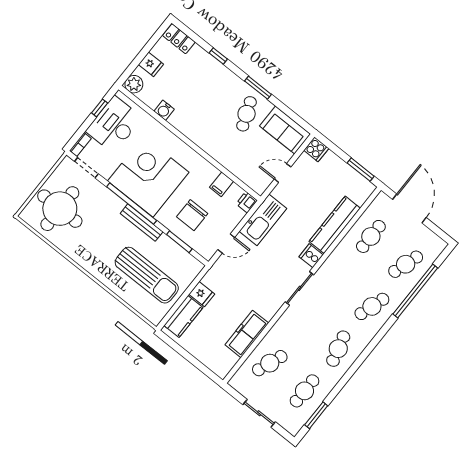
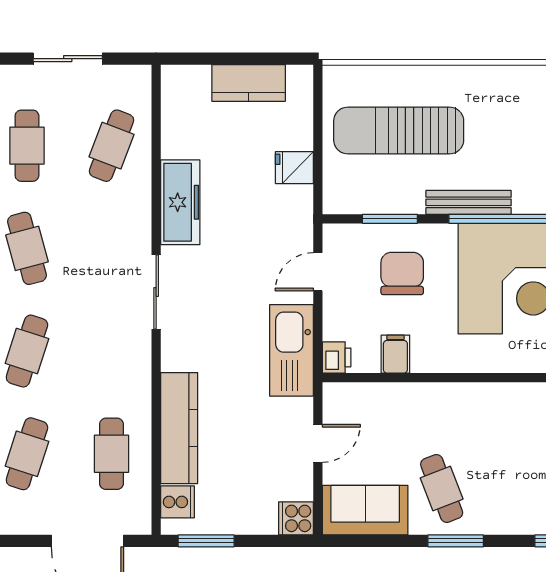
cooker: (311, 256) -> (177, 502), moved
kitchen counter: (183, 317) -> (249, 83), moved, turned -90
freezer: (247, 334) -> (180, 202), moved

